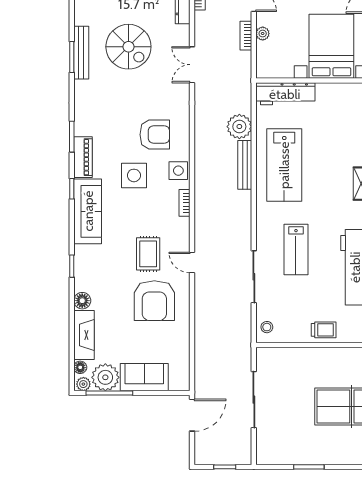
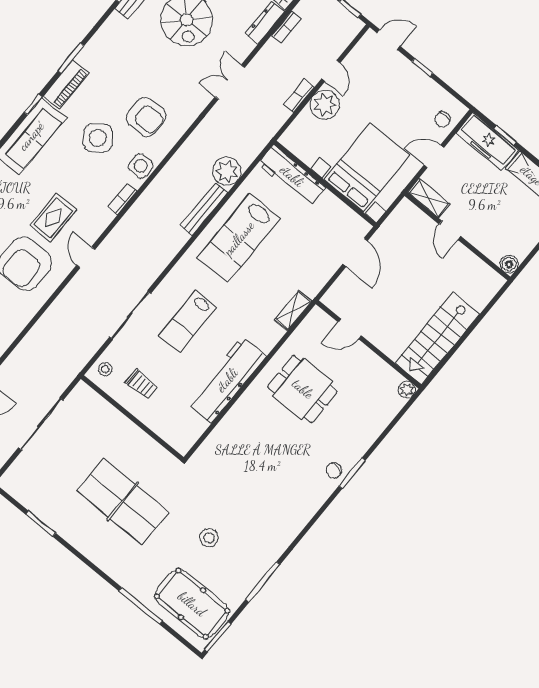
plant: (263, 34) -> (325, 105), width x1.88, depth x1.88
side table: (134, 175) -> (98, 138), turned -37
trolley: (324, 330) -> (142, 384), moved

